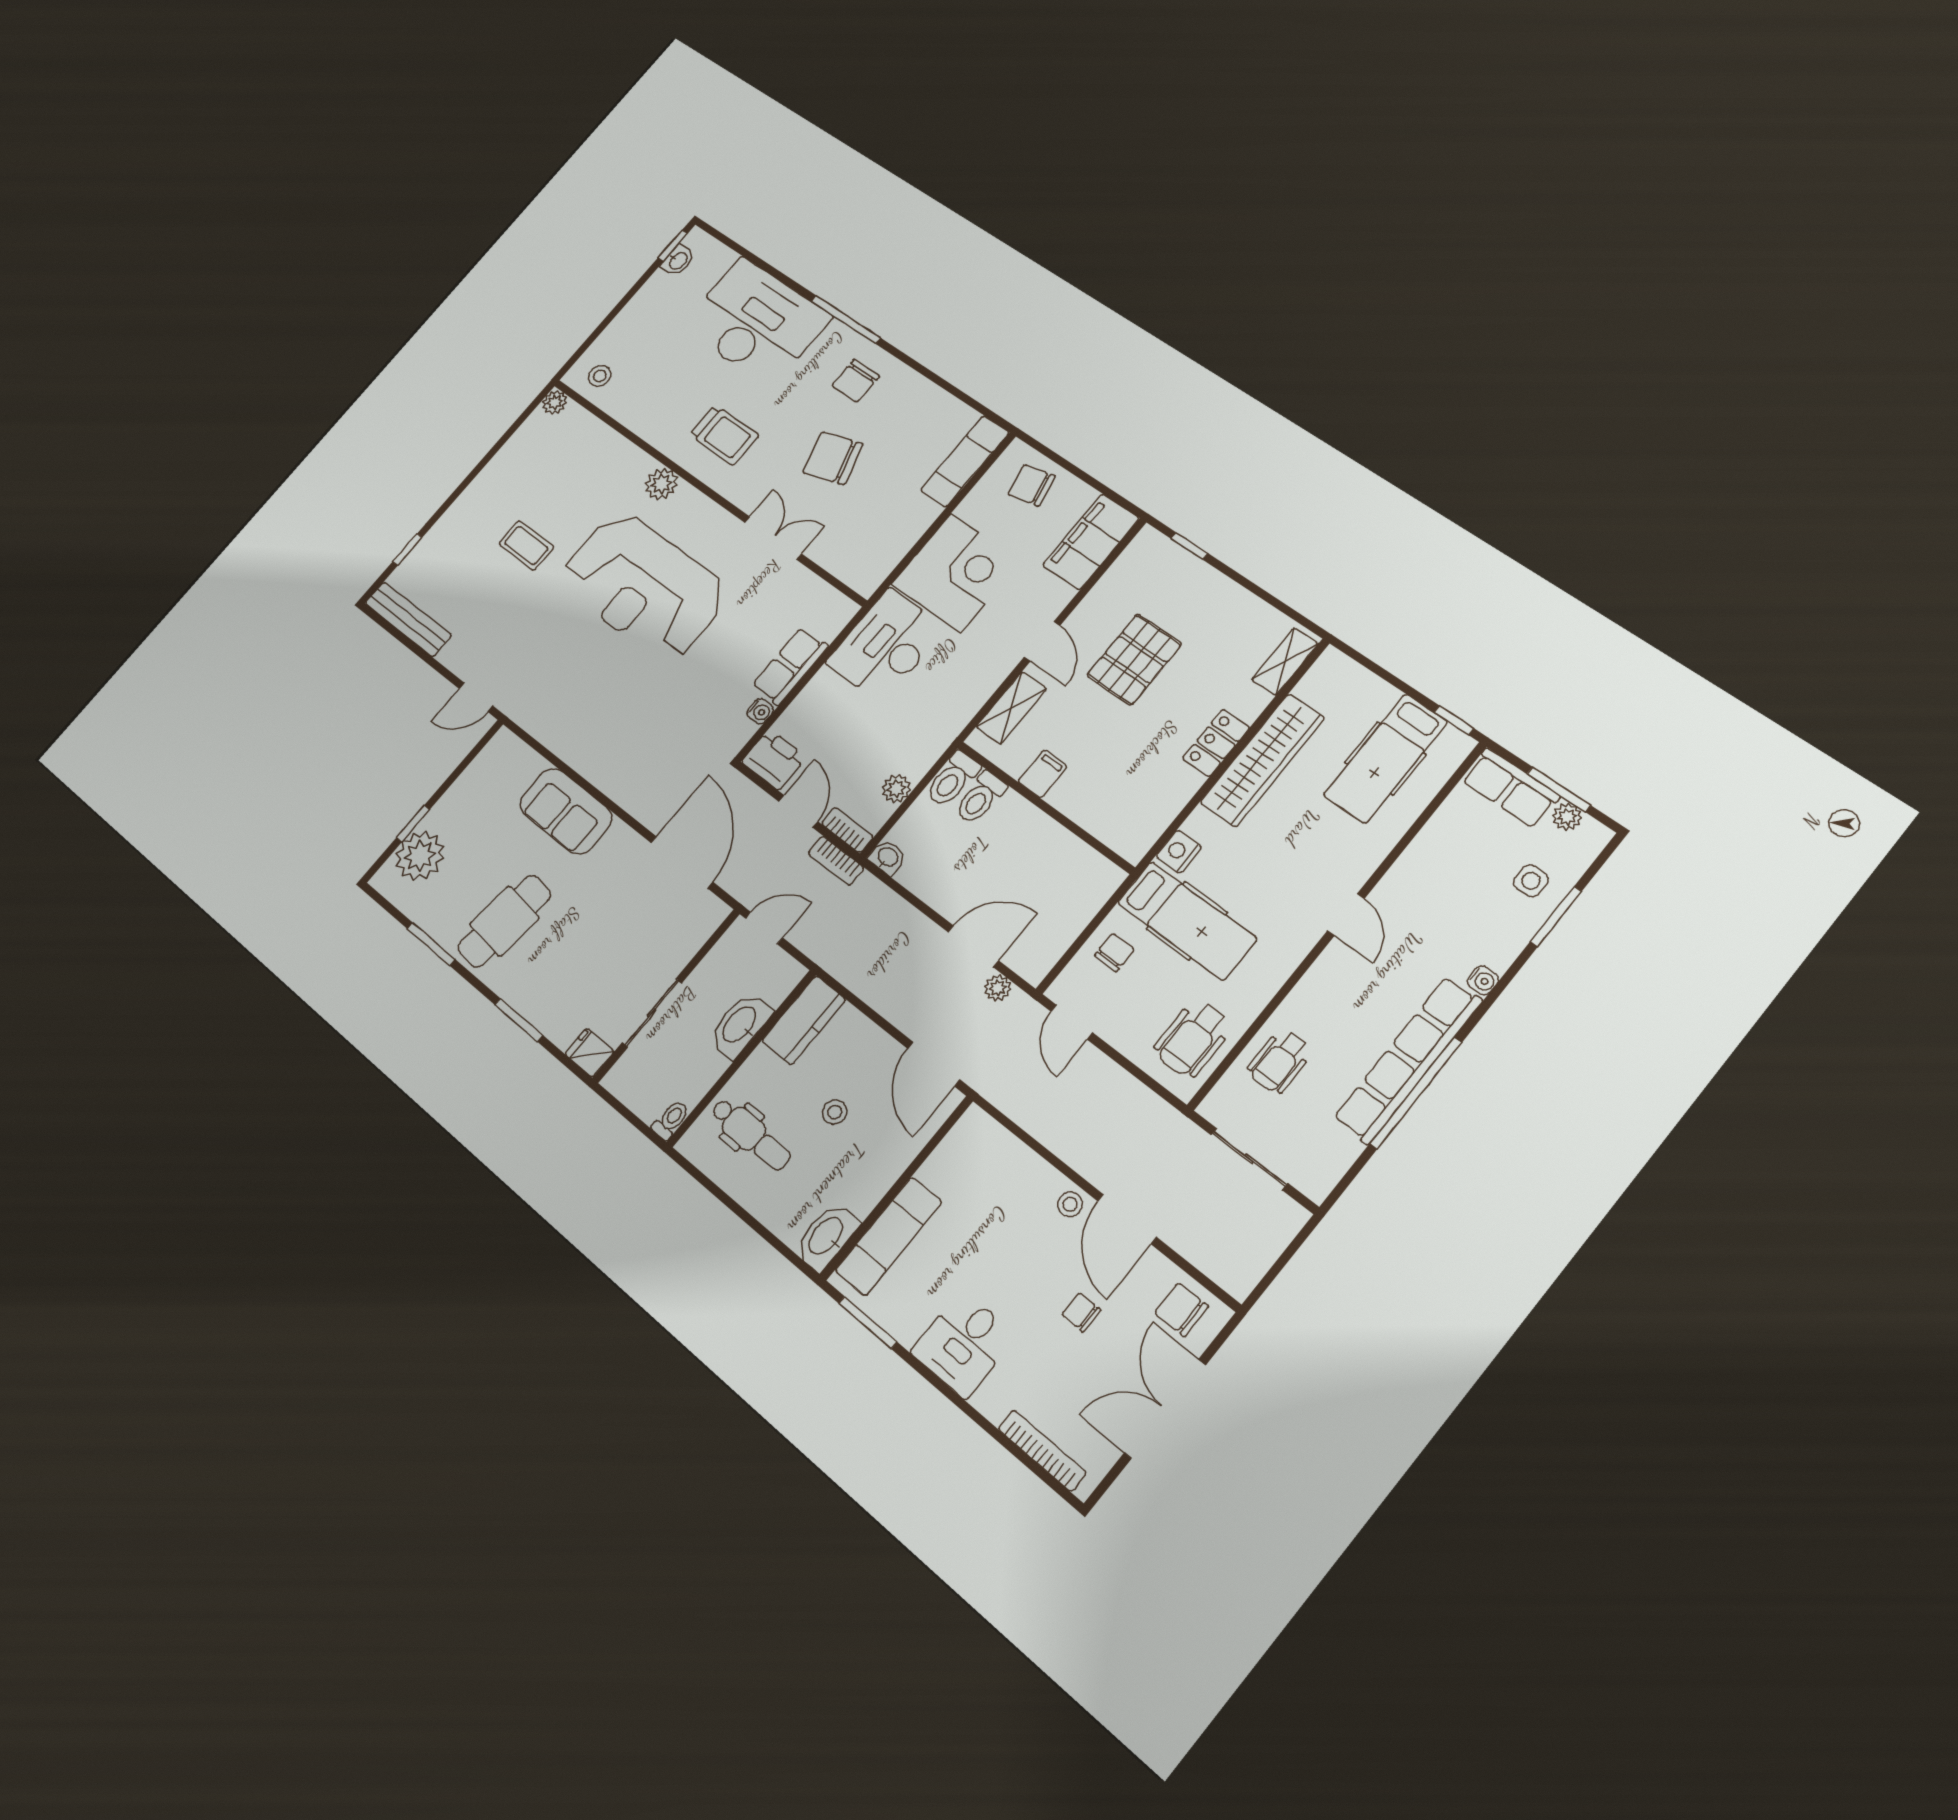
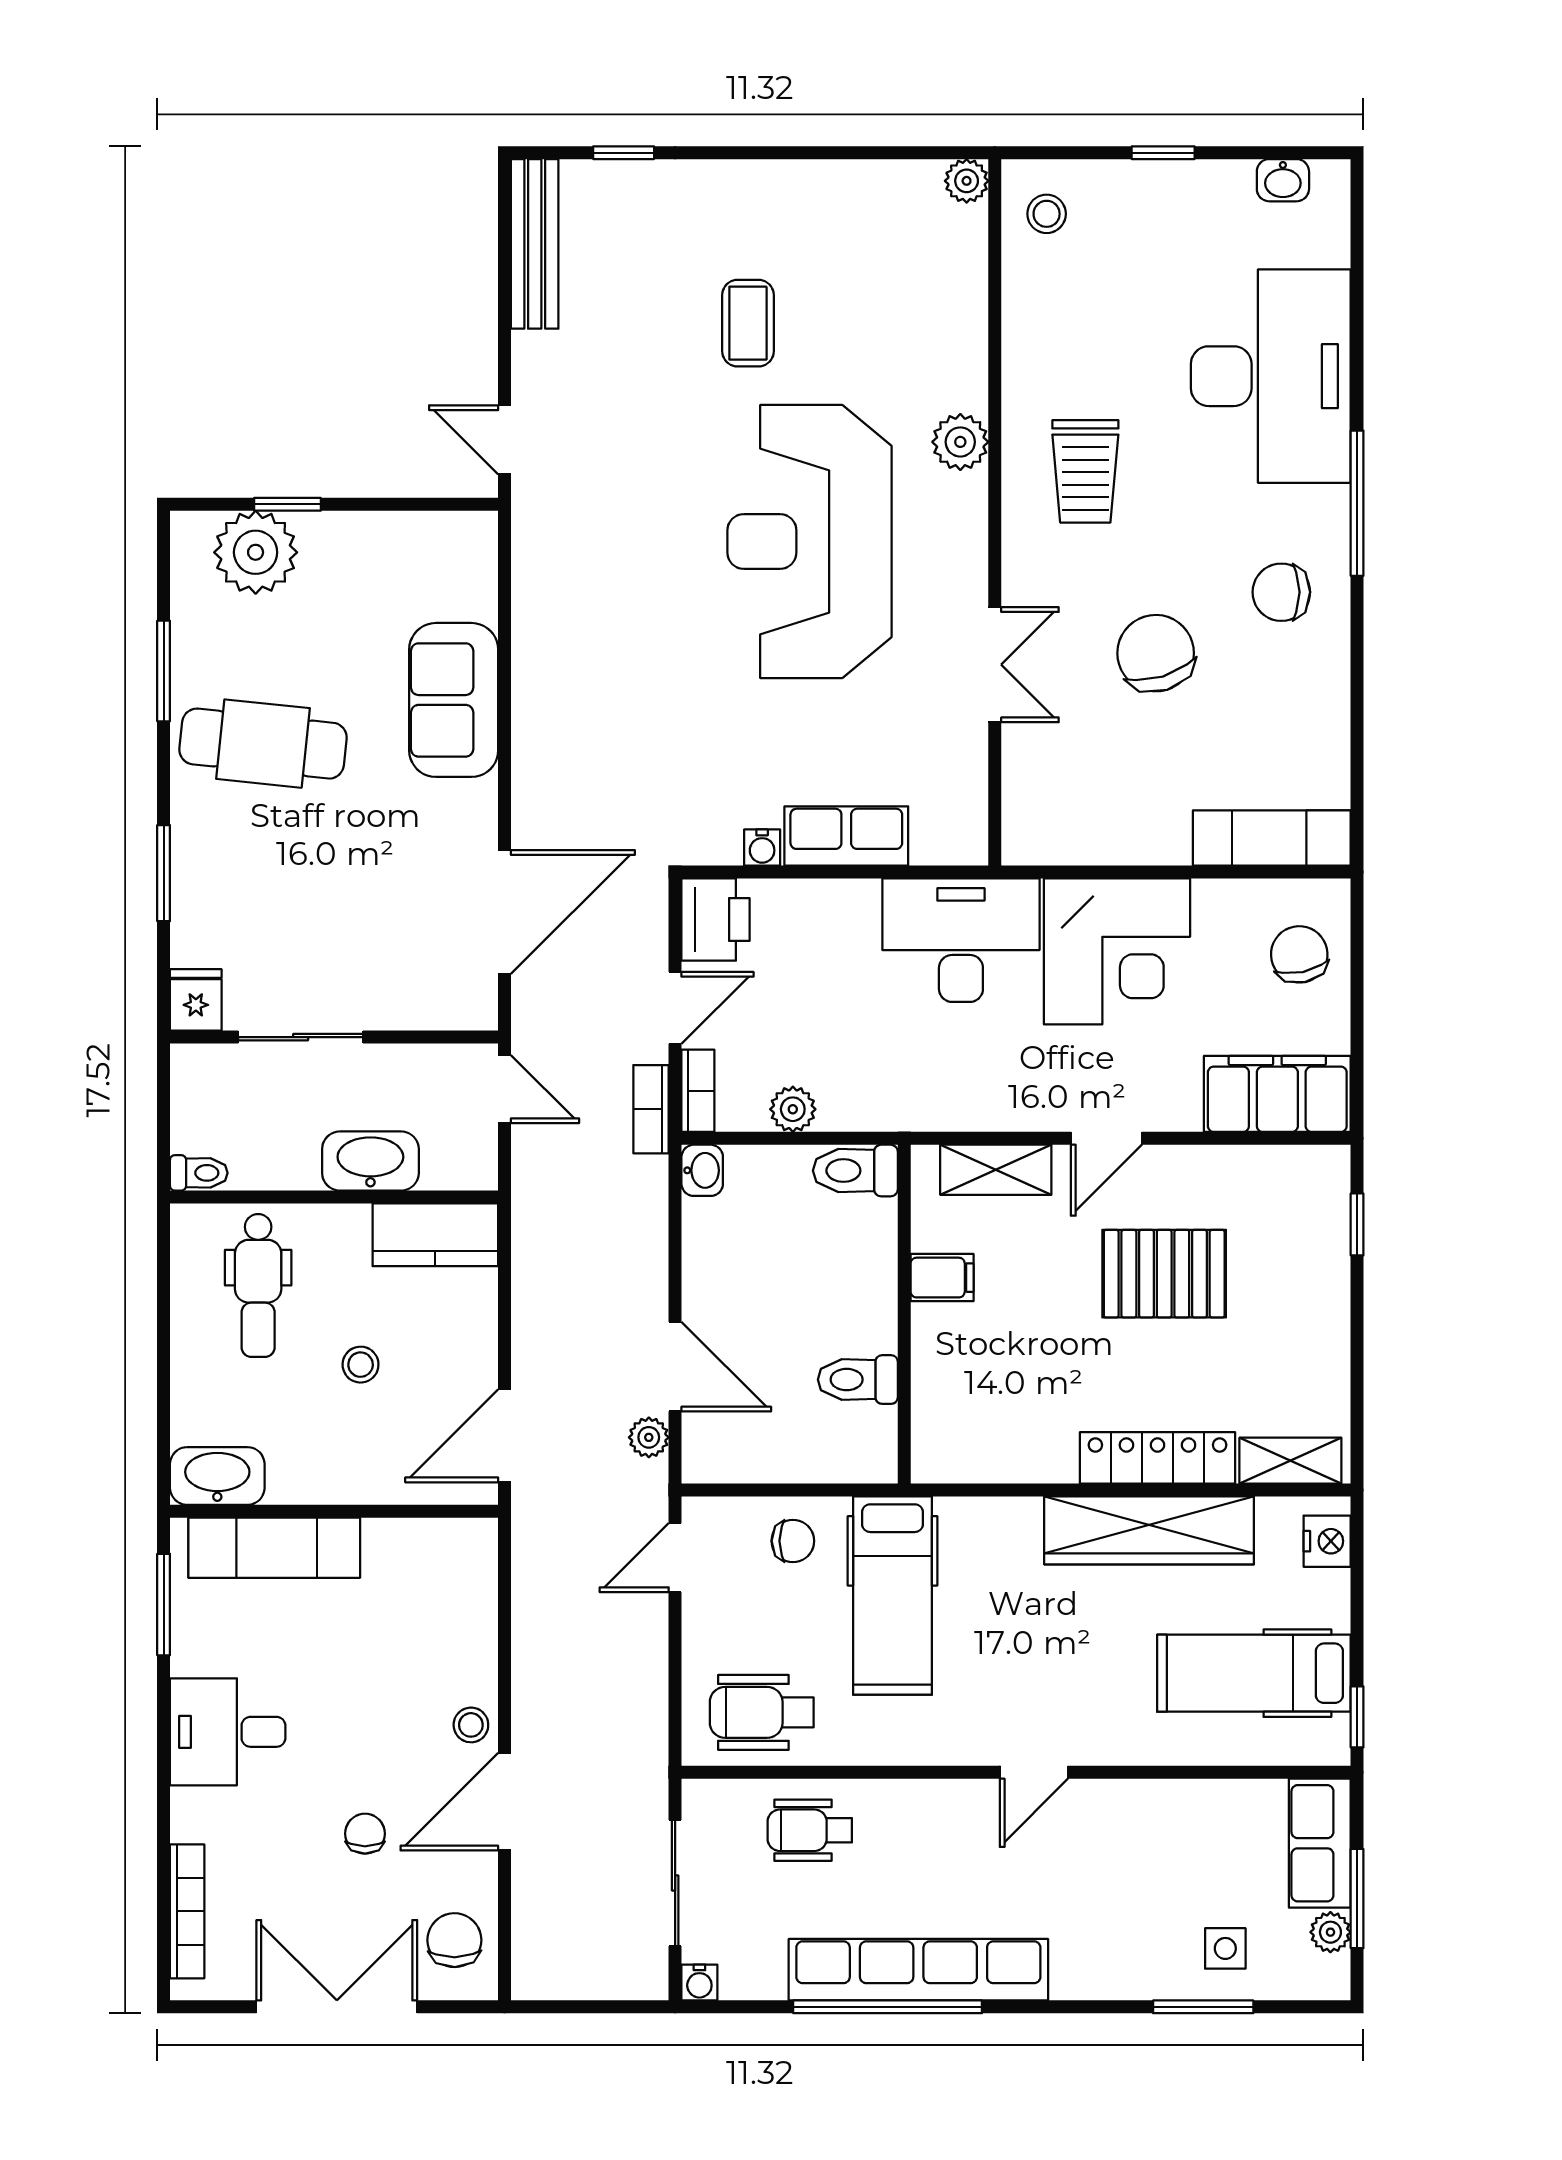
window: (673, 246) -> (1163, 153), moved
locker: (1216, 743) -> (1157, 1458), width x1.53
toilet: (980, 798) -> (858, 1380), moved
nightstand: (1179, 852) -> (1327, 1541), moved, turned 90
water cooler: (1483, 980) -> (699, 1982), moved

